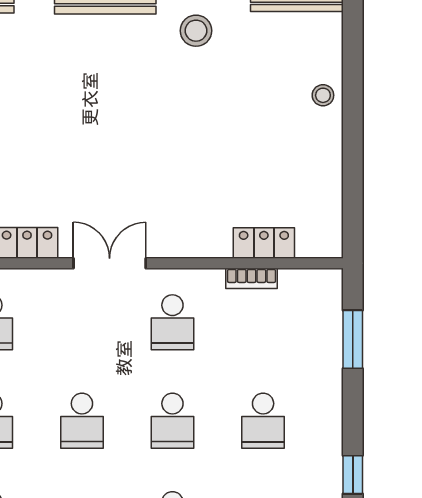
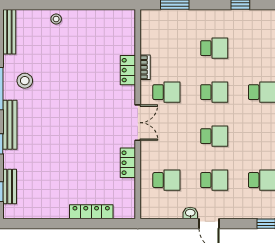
locker: (264, 243) -> (128, 70), moved
double door: (110, 263) -> (138, 123), swing flipped
bookcase: (252, 278) -> (145, 67), moved

